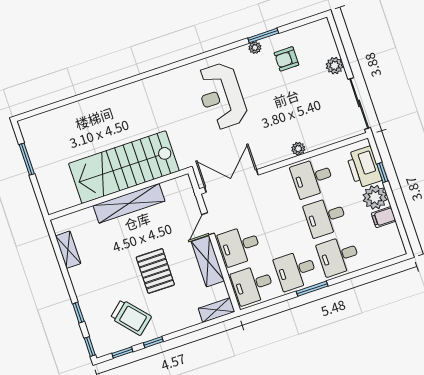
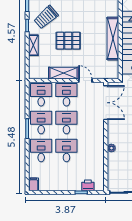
printer: (364, 167) -> (88, 185), width x0.53, depth x0.68
desk: (312, 178) -> (66, 123), moved
plant: (375, 197) -> (68, 183), removed
filing cabinet: (384, 217) -> (34, 184), moved
shelving: (217, 310) -> (33, 45), moved

